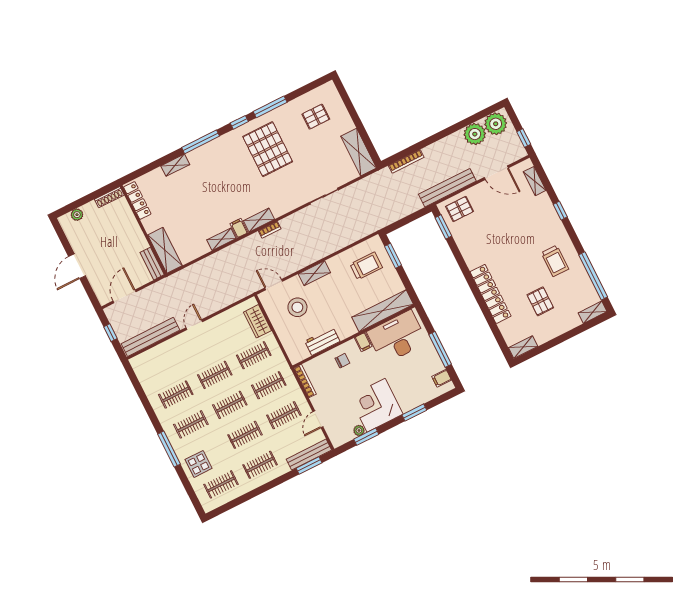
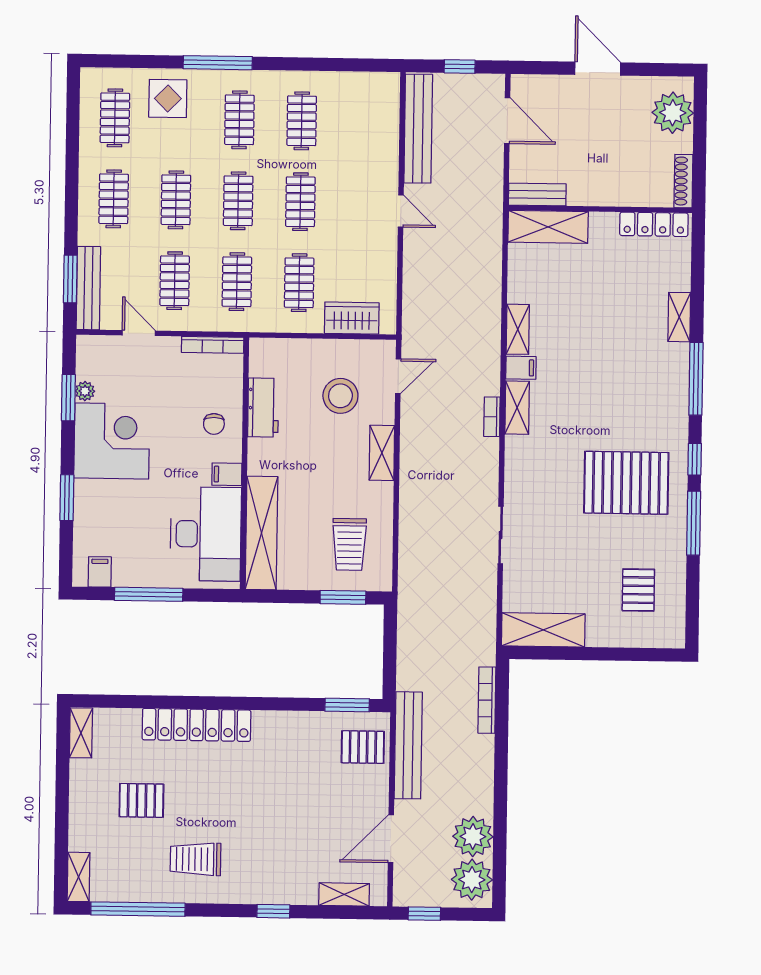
pallet: (460, 209) -> (363, 747), turned 90
plant: (77, 215) -> (673, 113), width x1.88, depth x1.88

